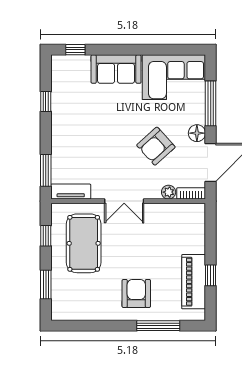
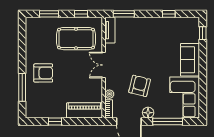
armchair: (156, 146) -> (140, 86), turned 56
piano: (194, 282) -> (84, 110), moved

